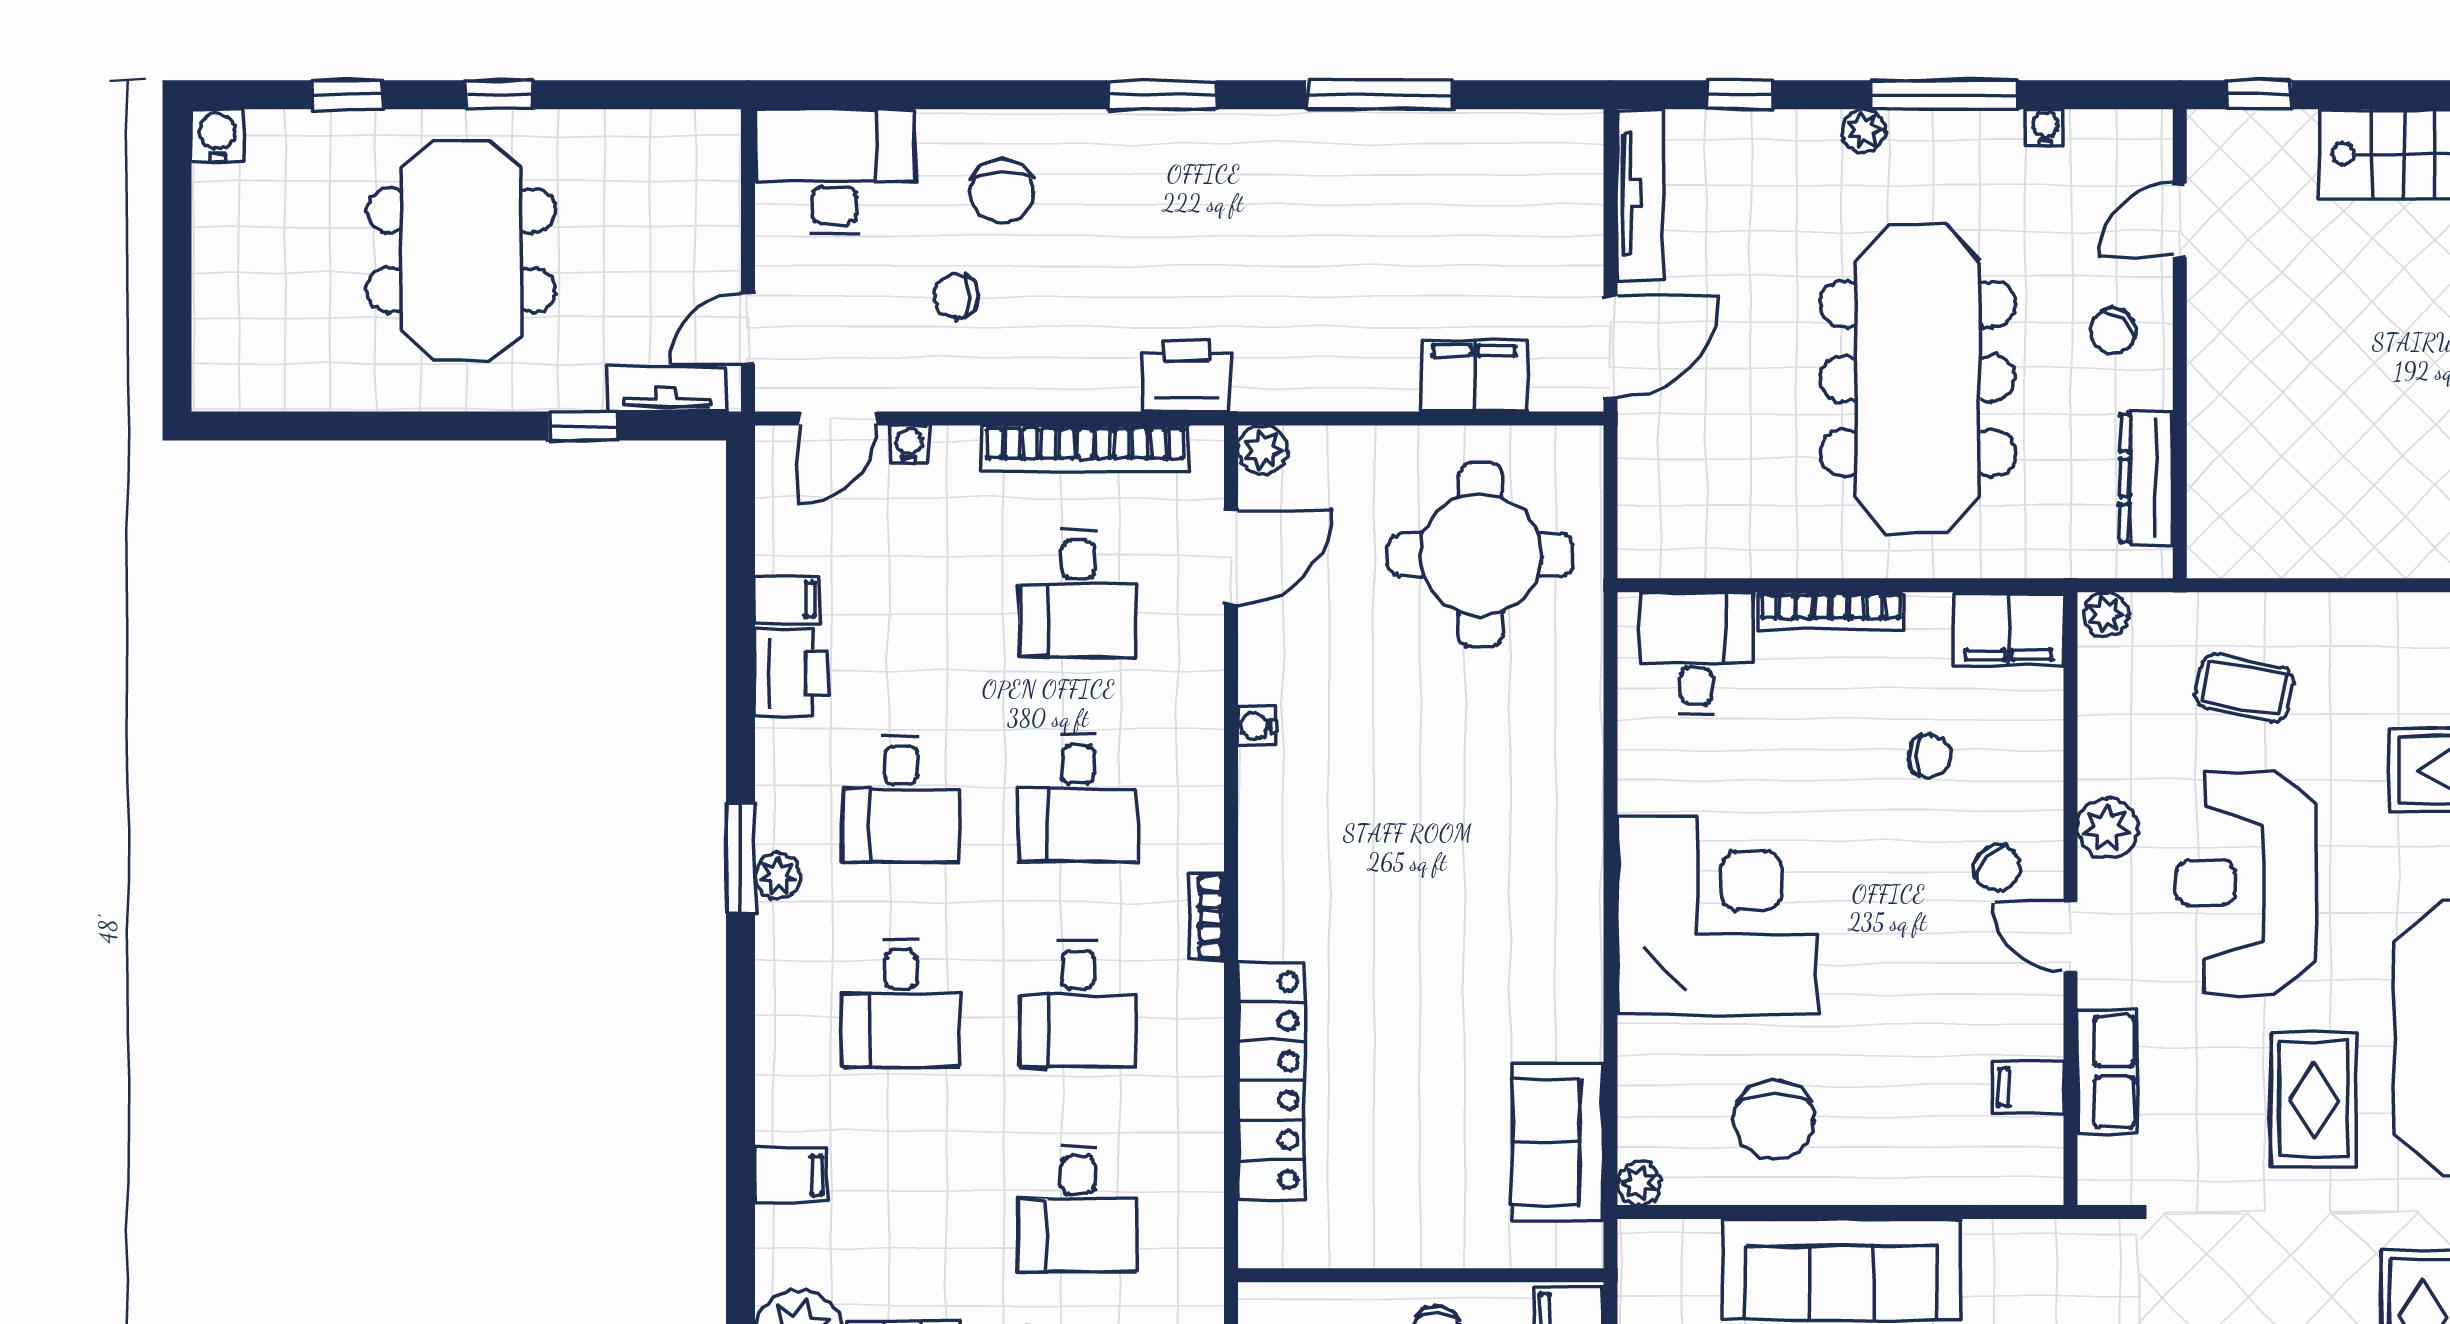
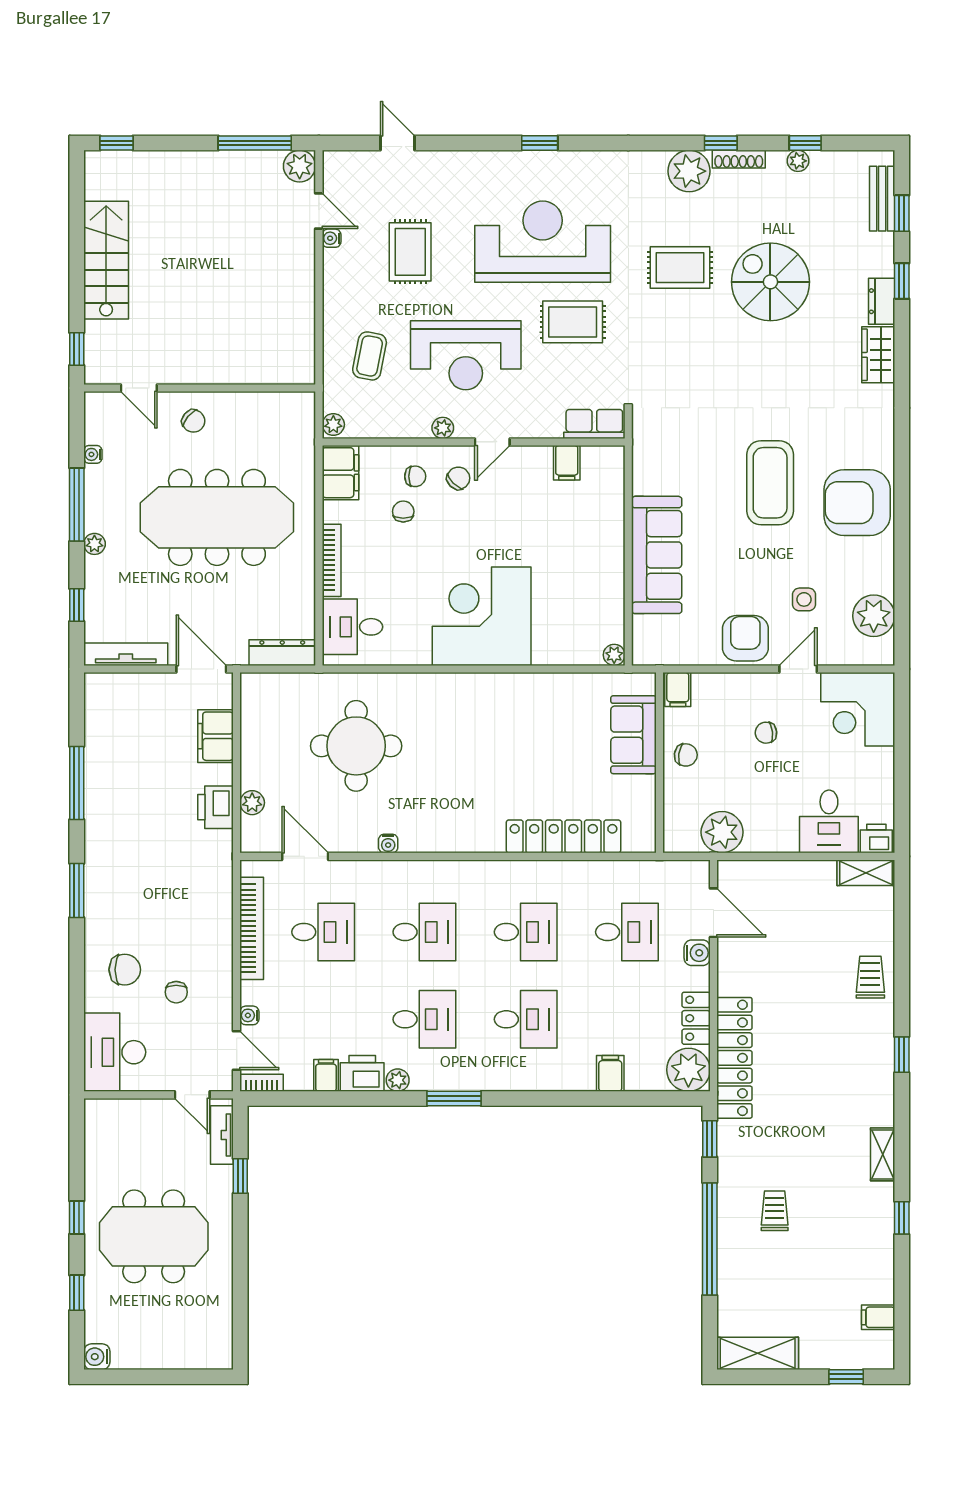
printer: (1186, 376) -> (216, 807), moved
plant: (1262, 450) -> (252, 803), moved
dresser: (2146, 478) -> (282, 653), moved, turned 180
round table: (1481, 554) -> (356, 746), moved
plant: (2107, 828) -> (443, 428), width x0.73, depth x0.73
plant: (778, 876) -> (398, 1080), moved
bookcase: (1207, 917) -> (262, 1083), moved, turned 180
row of seats: (2107, 1072) -> (594, 424), moved
chair: (1774, 1119) -> (415, 476), moved, width x0.54, depth x0.54
sofa: (1558, 1142) -> (634, 735), moved, turned 90

